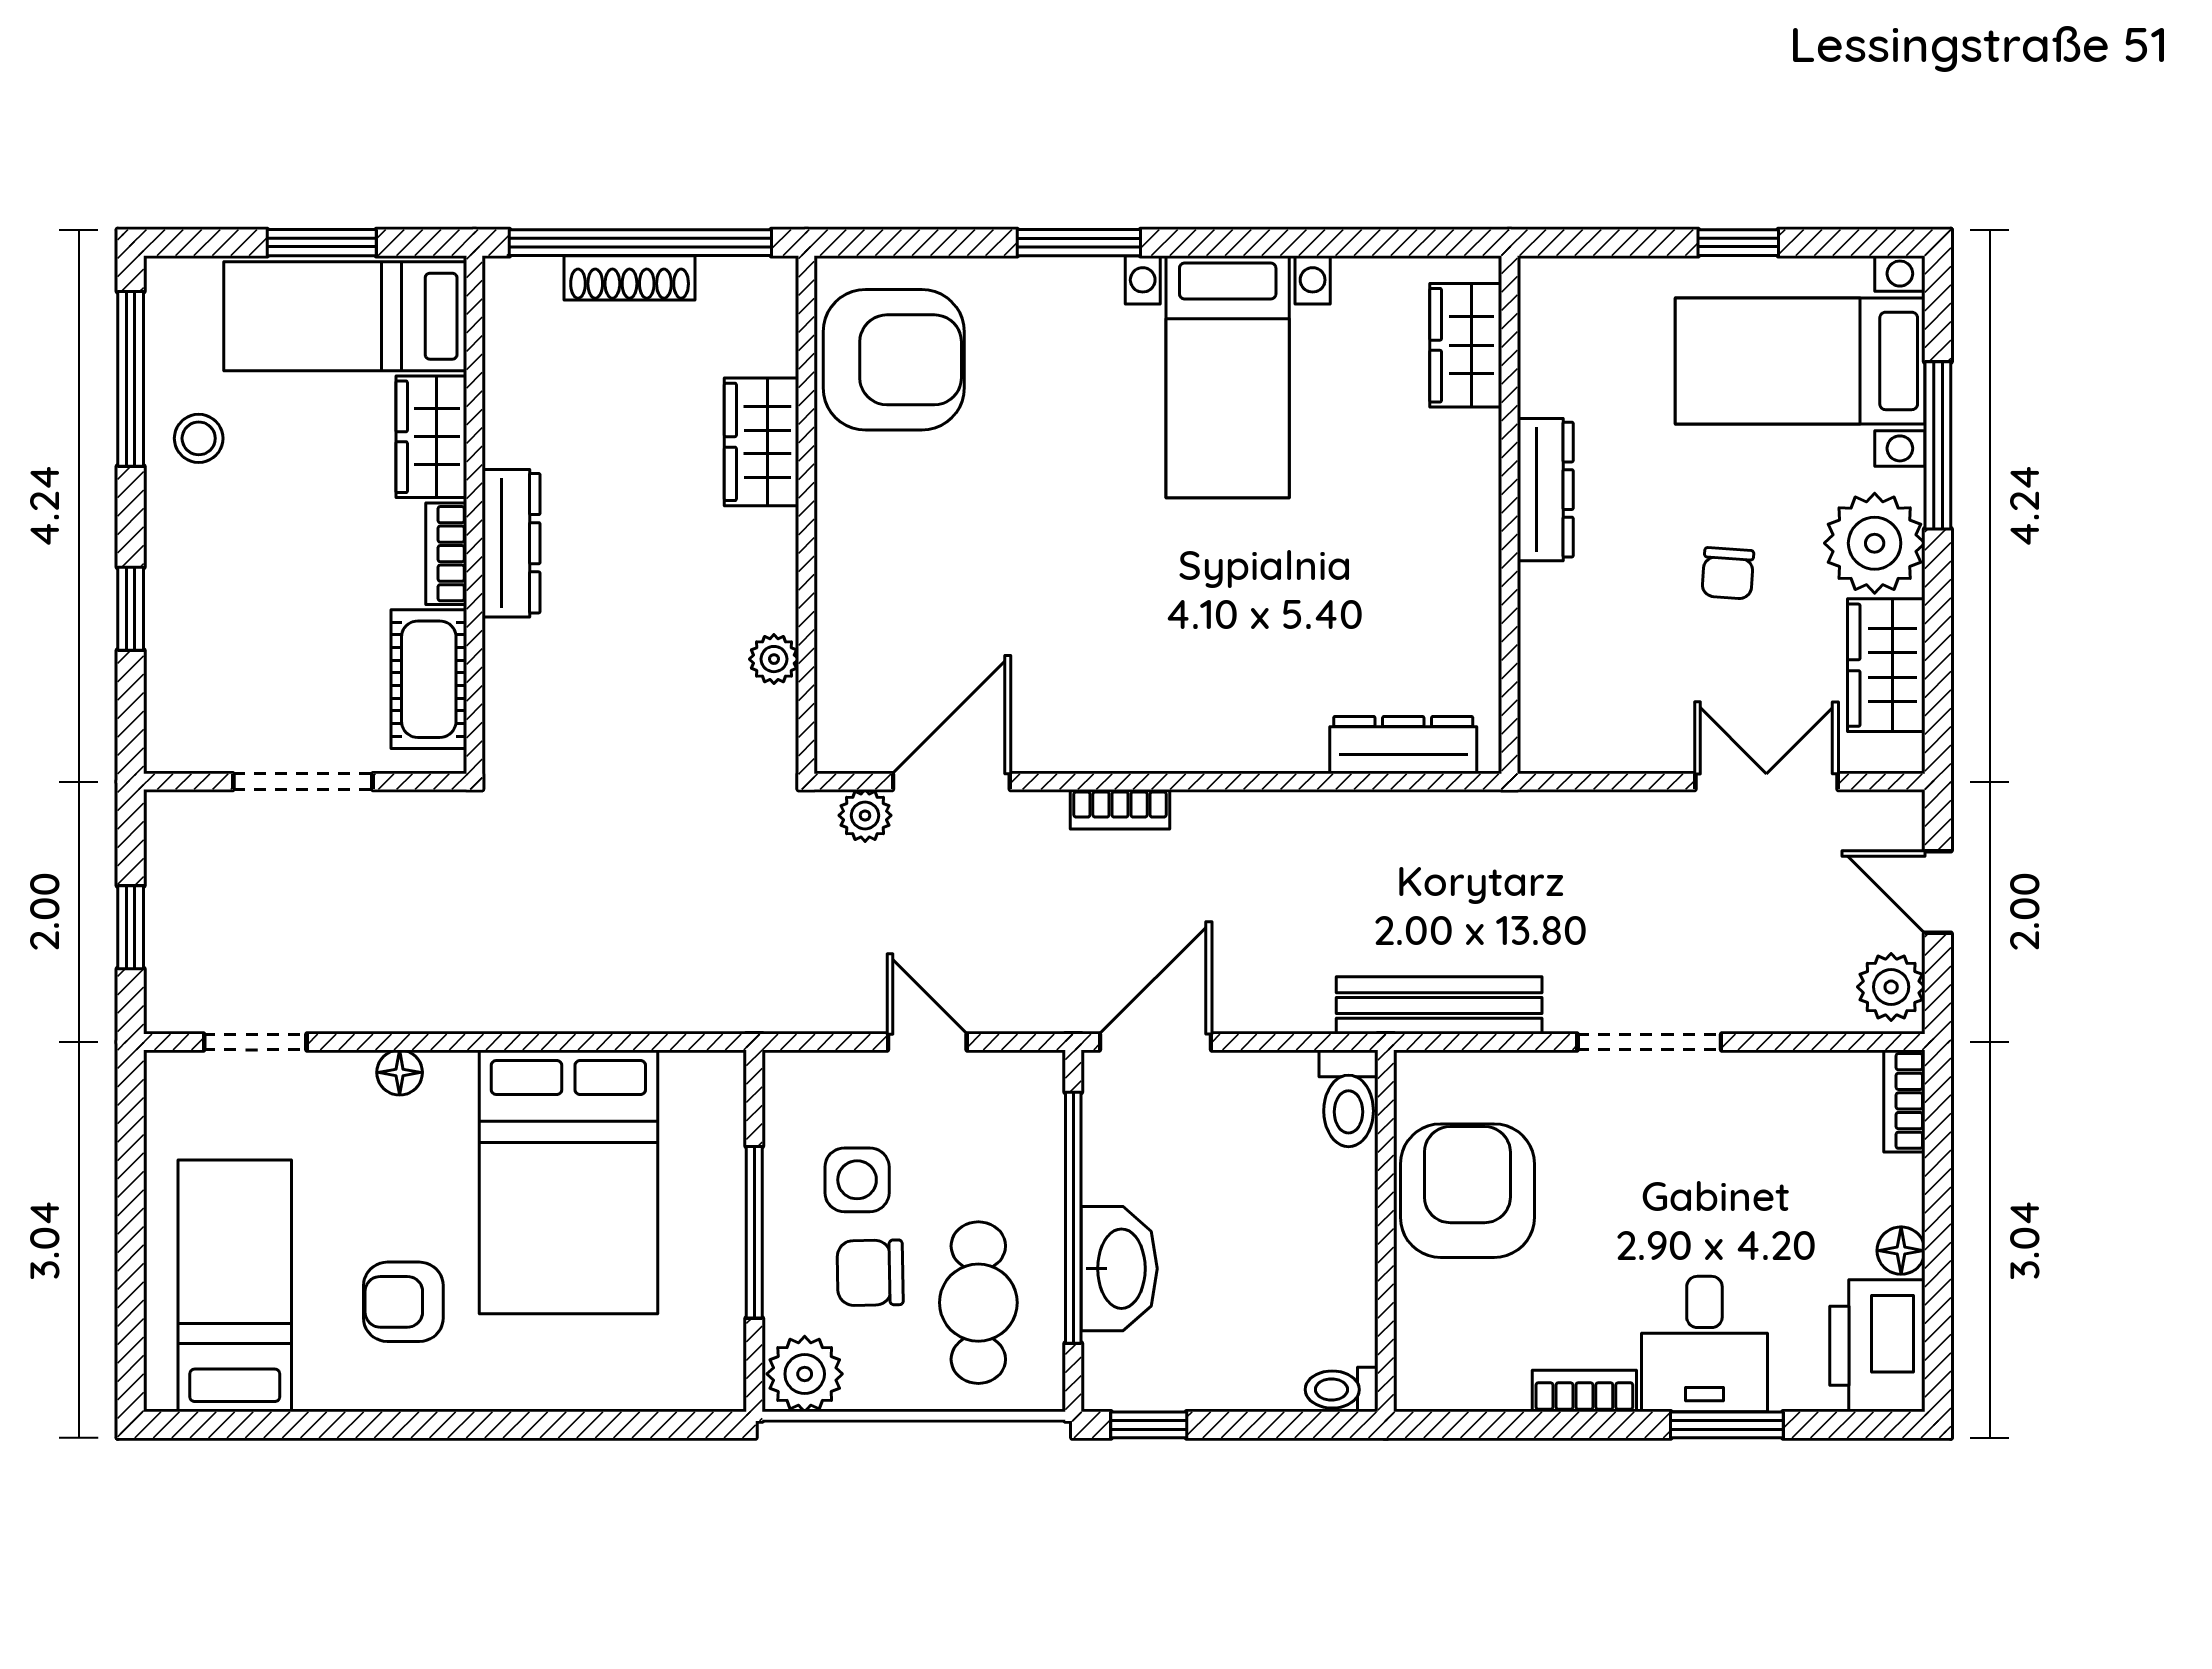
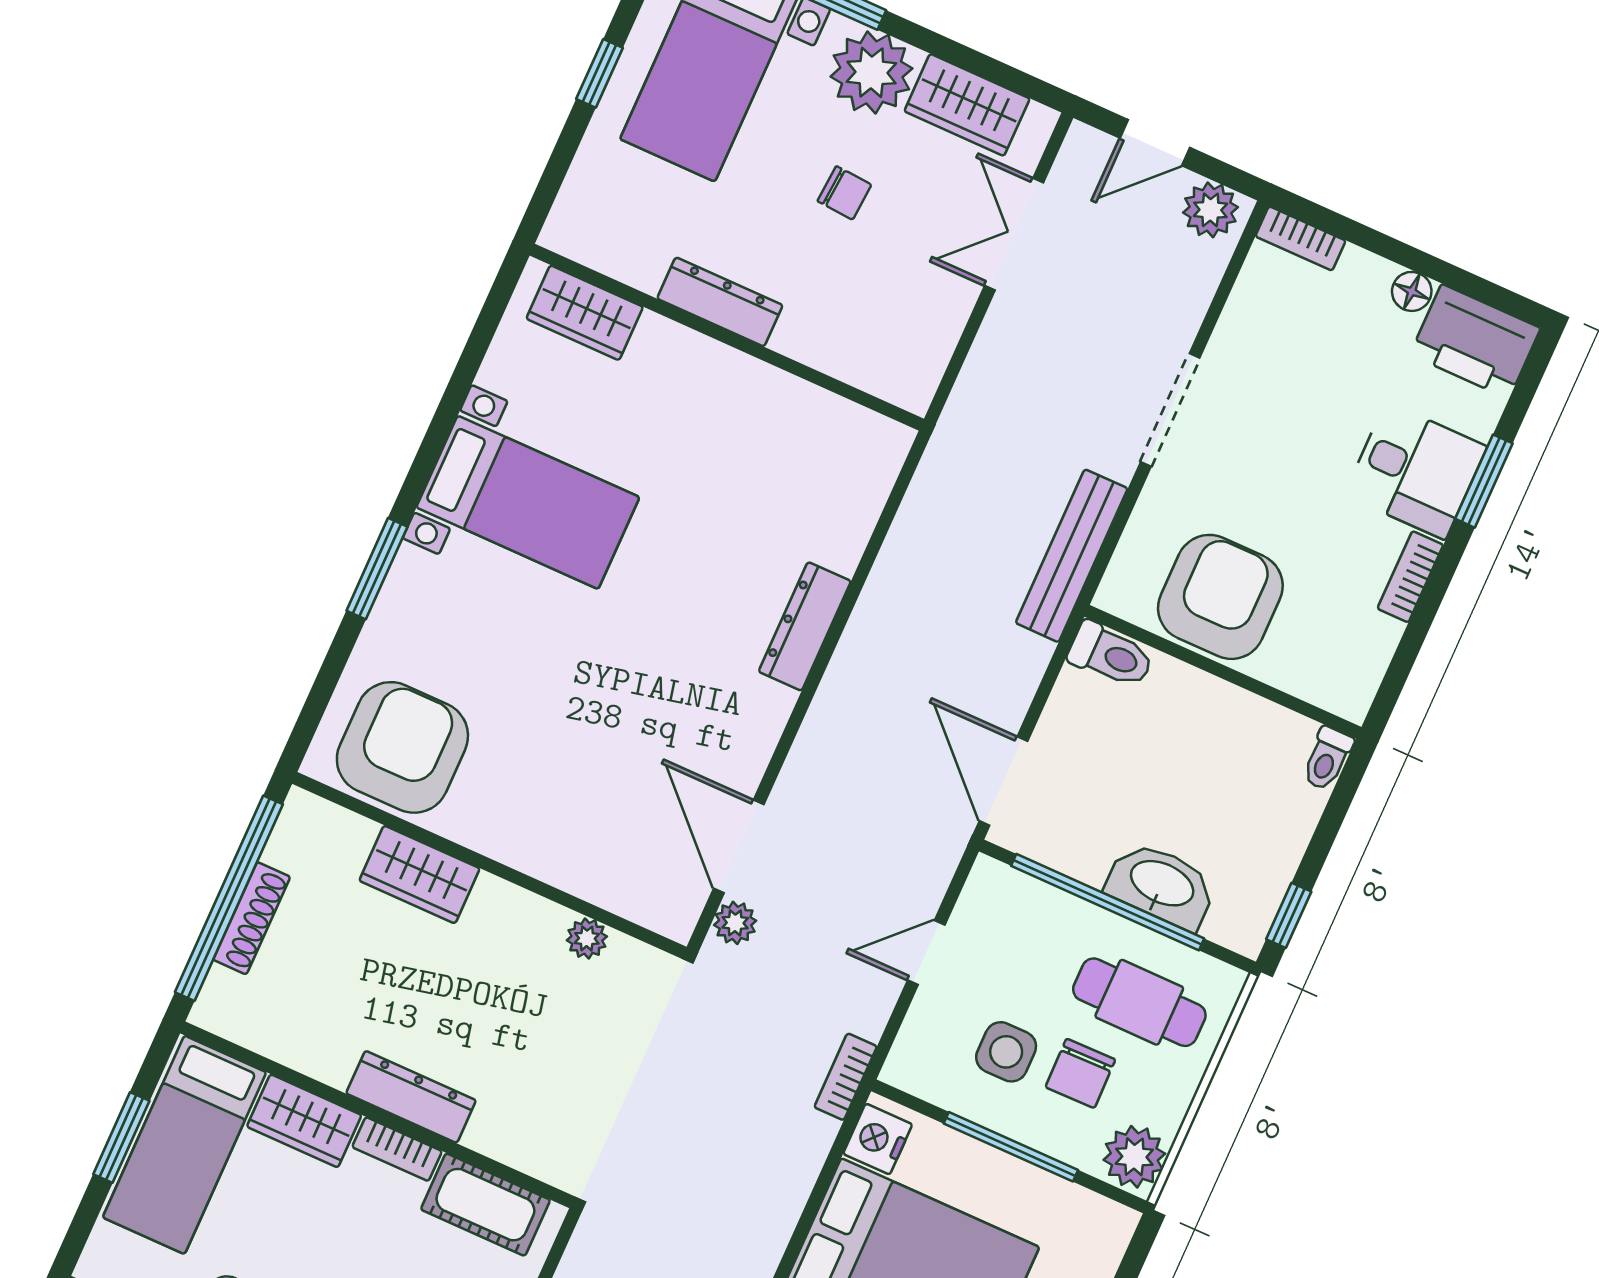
dresser: (1403, 745) -> (805, 626), moved
bookcase: (1120, 809) -> (846, 1077), moved, turned 180
nightstand: (697, 1081) -> (878, 1139), added
armchair: (1467, 1191) -> (1220, 597), turned 90

